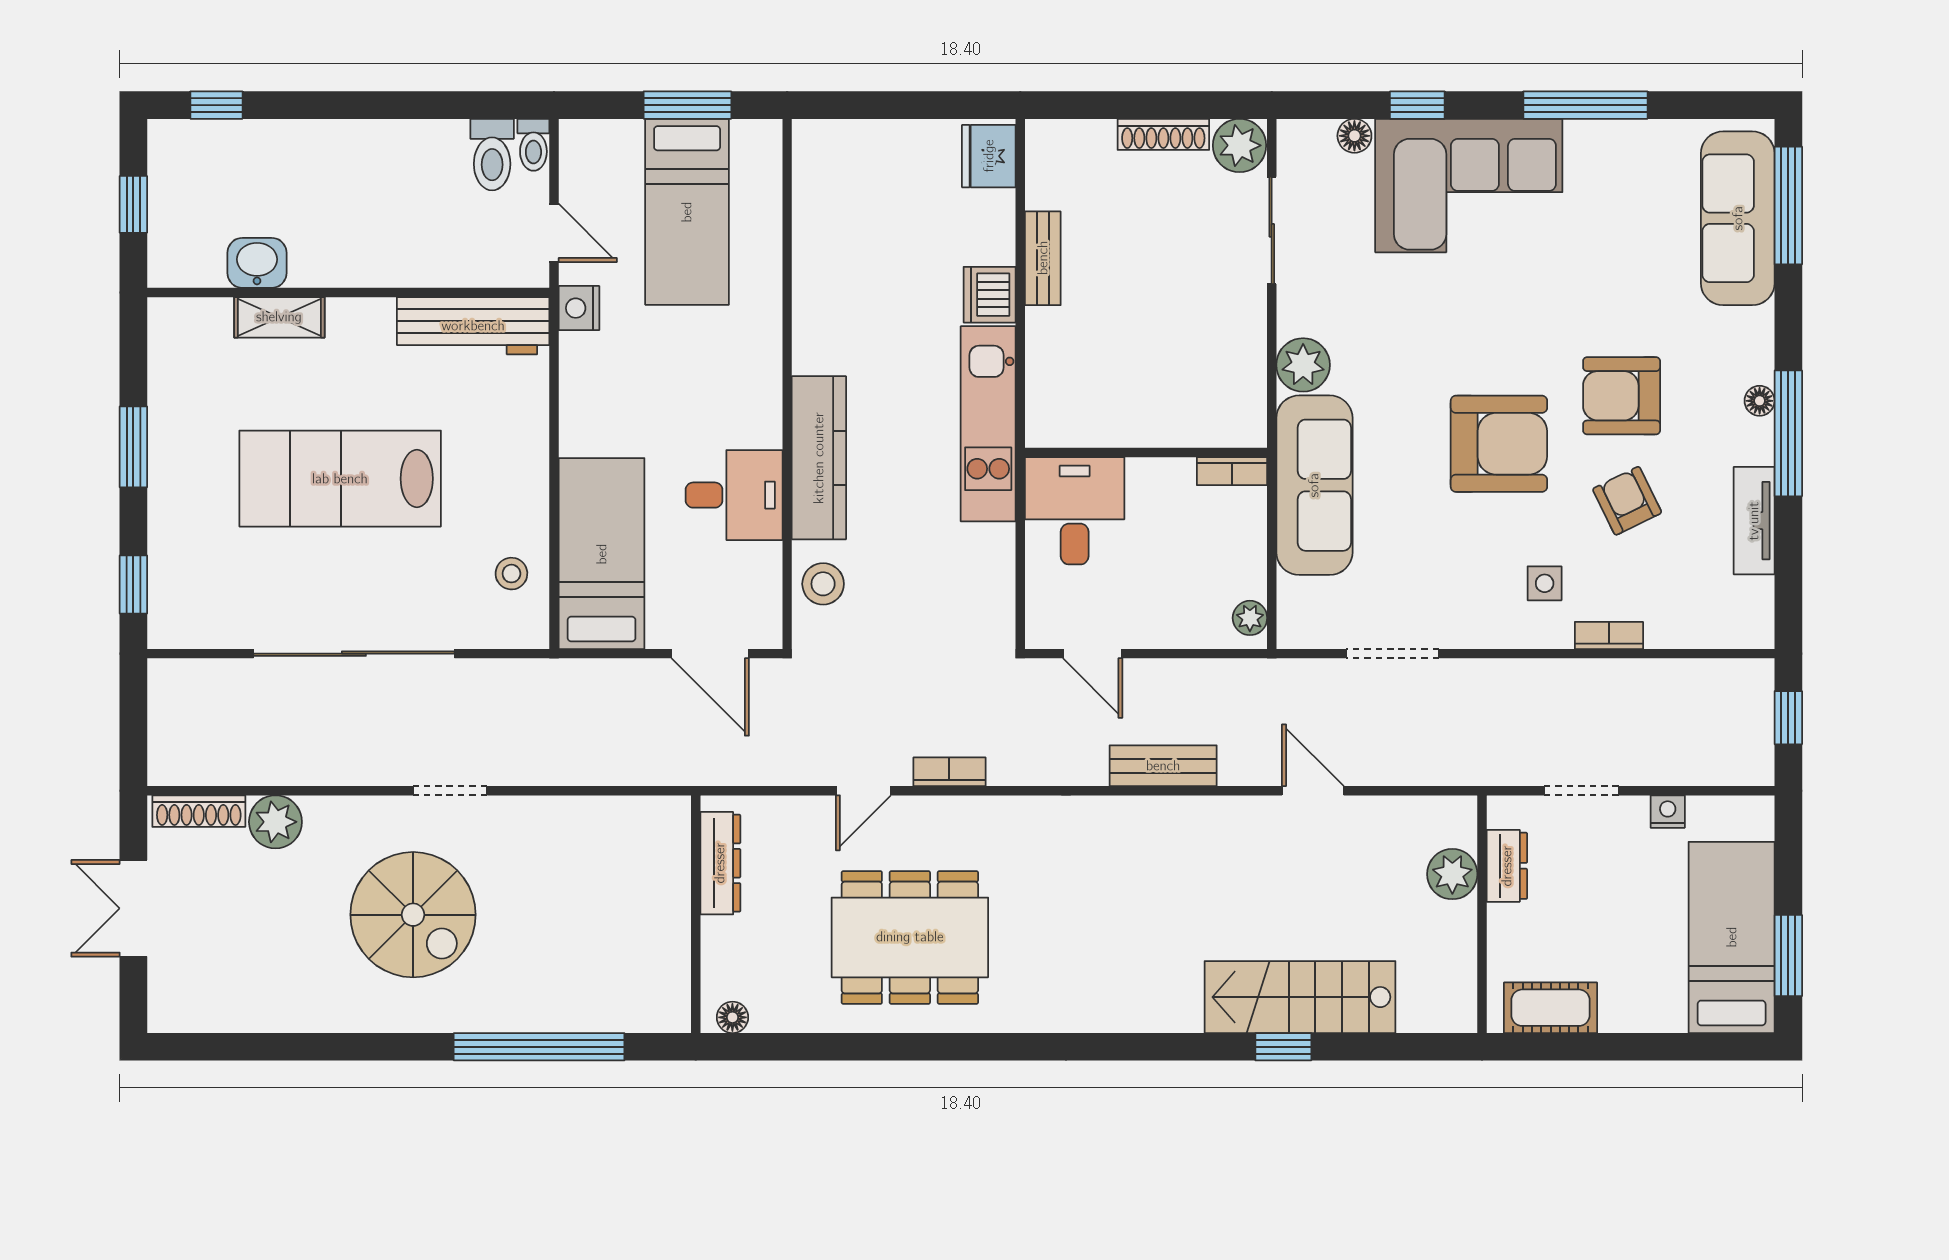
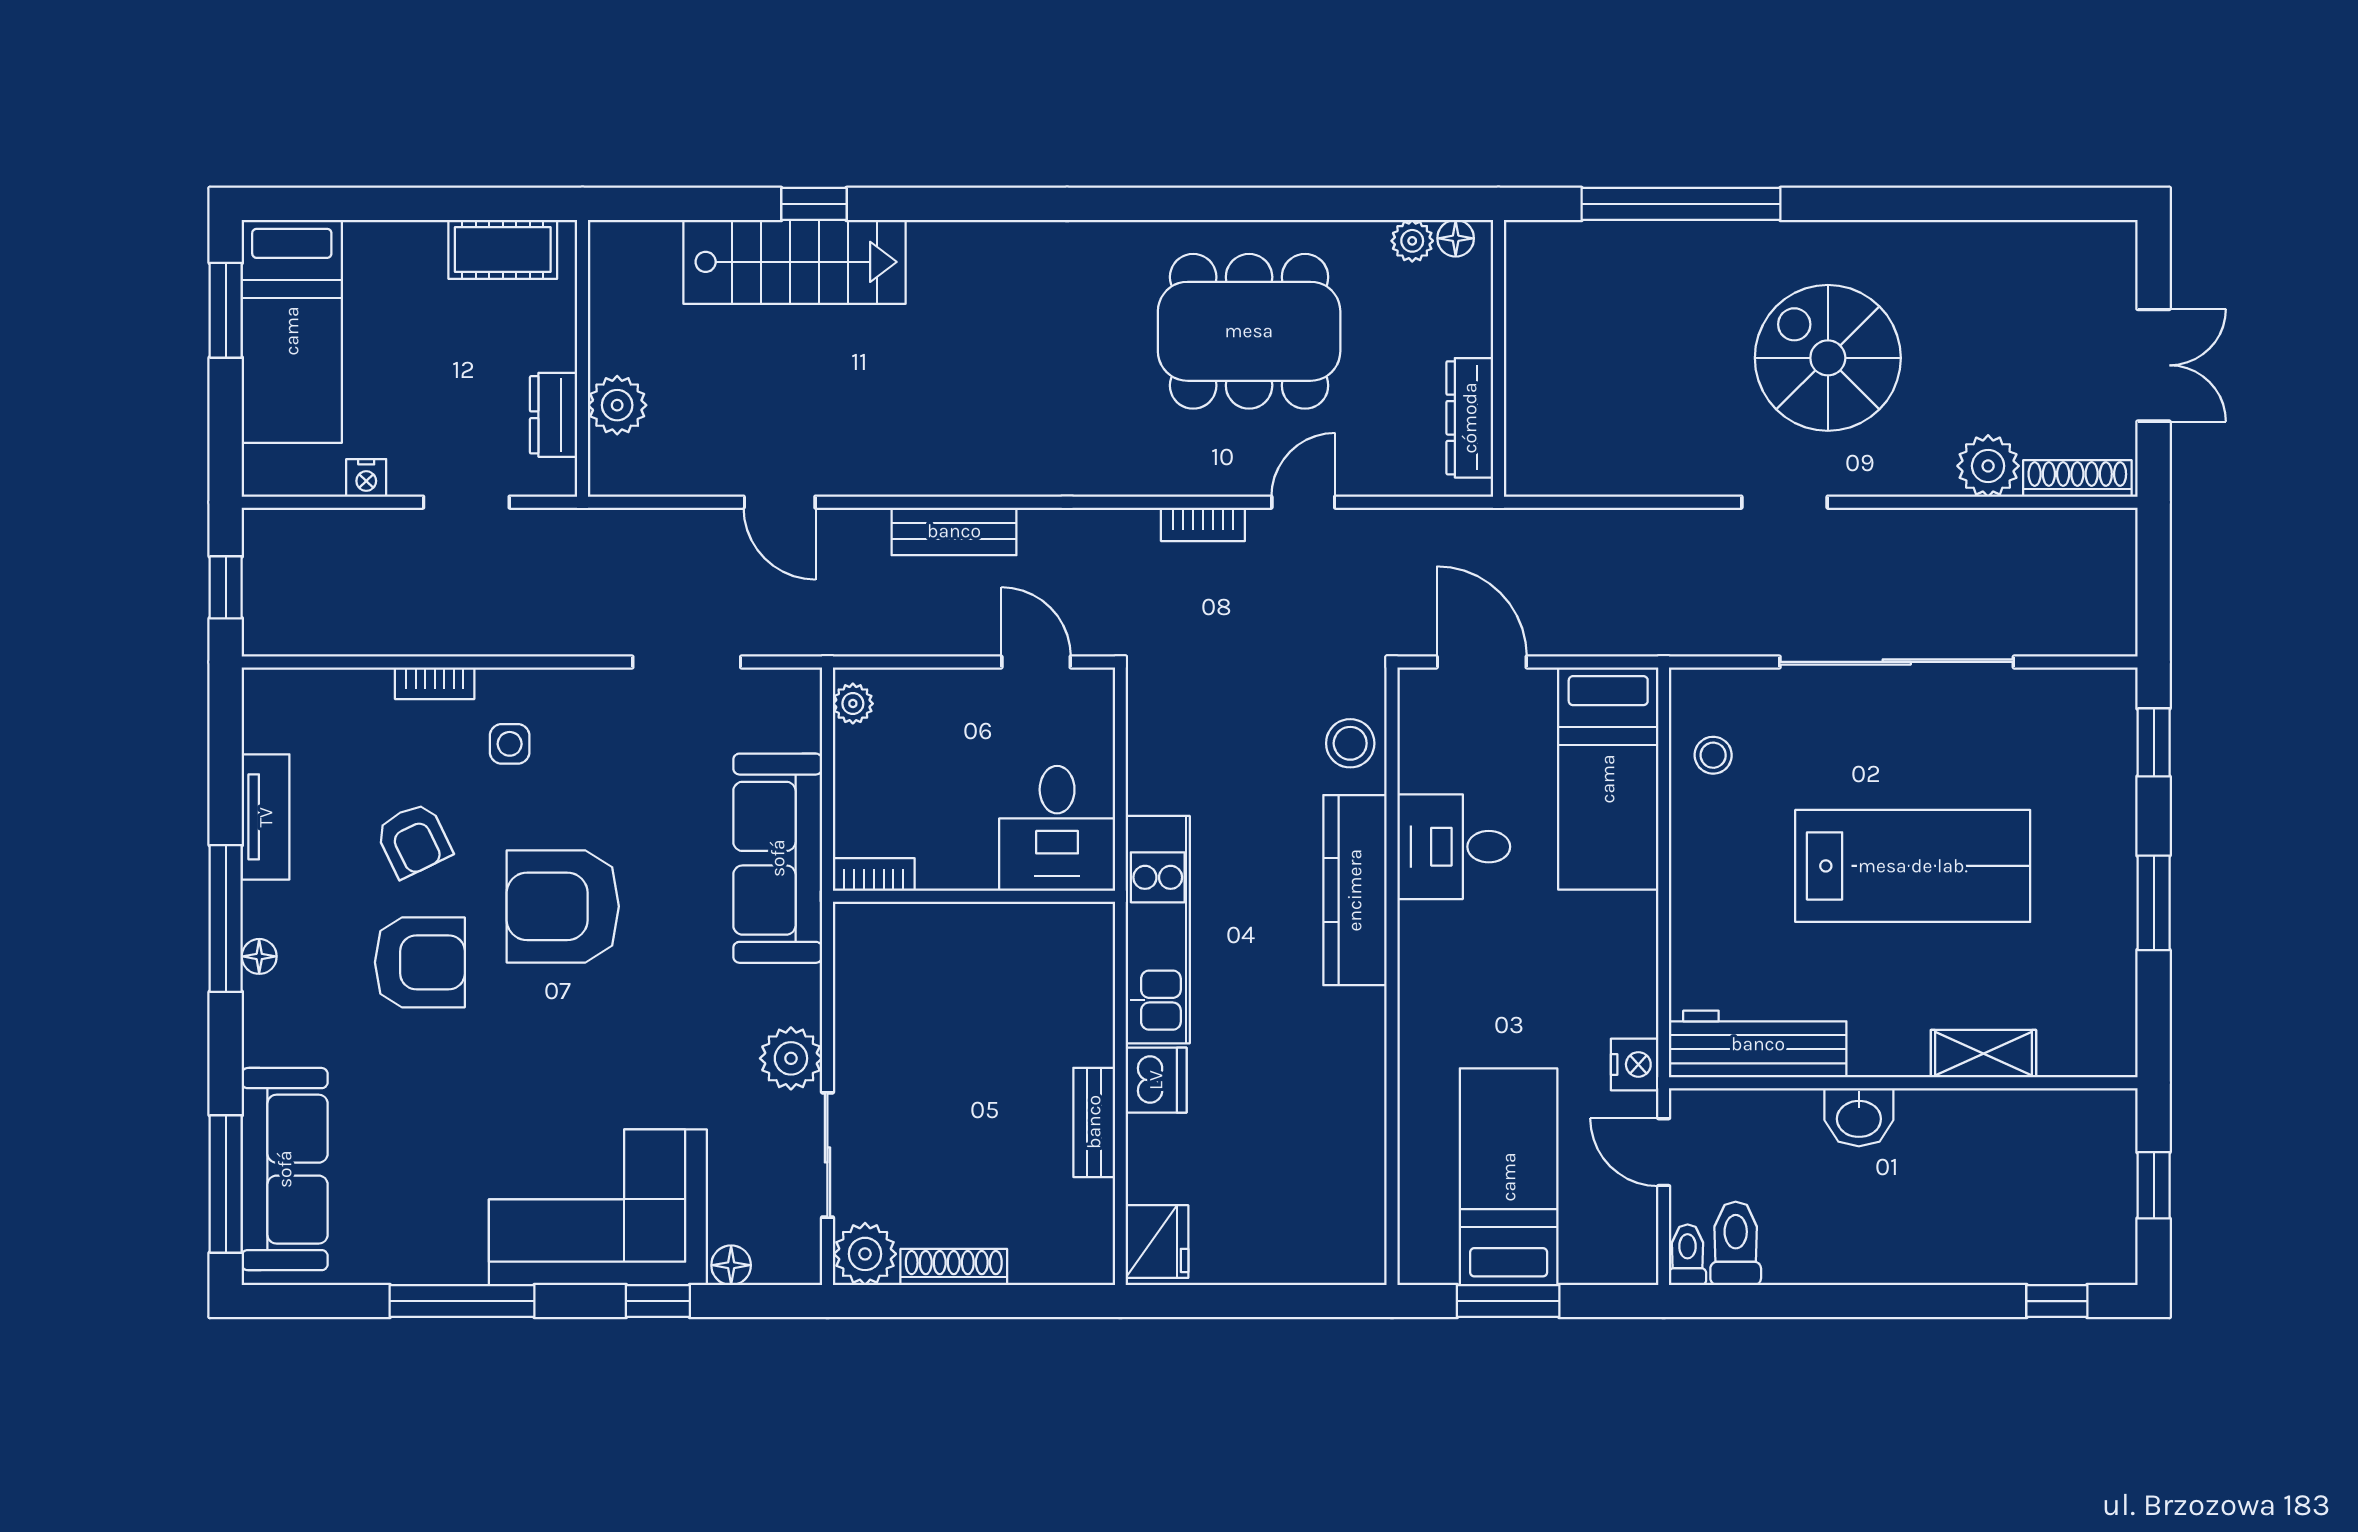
washbasin: (257, 263) -> (1859, 1117), moved
plant: (1303, 365) -> (791, 1058), moved
plant: (770, 1015) -> (1412, 241), added

